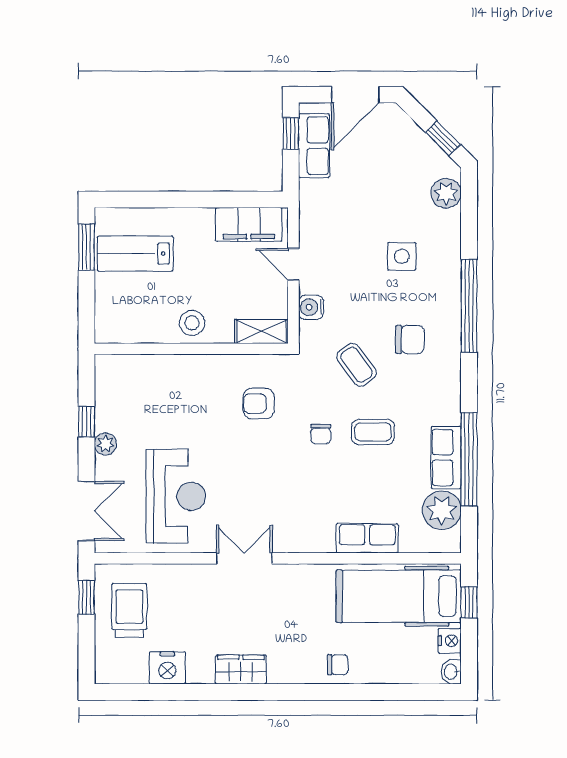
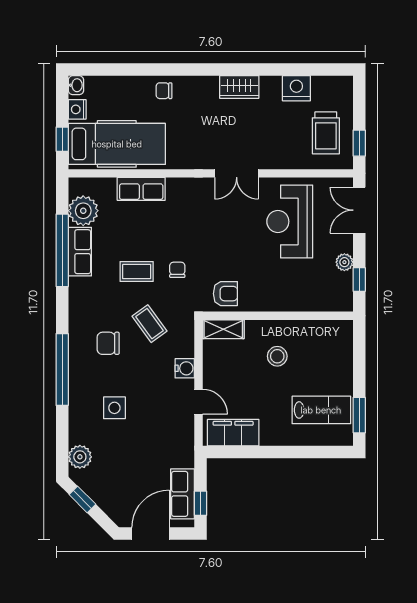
shelving: (261, 331) -> (223, 329), moved
wall: (191, 349) -> (278, 316), moved

